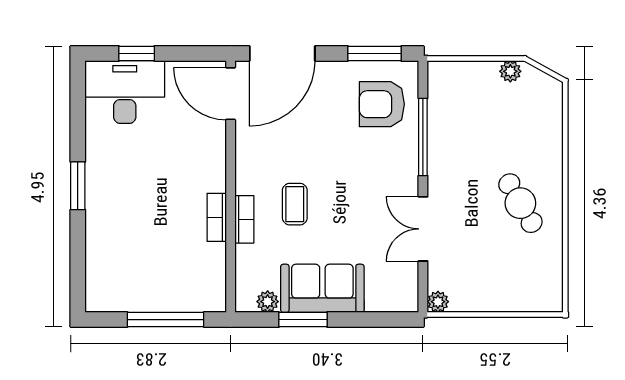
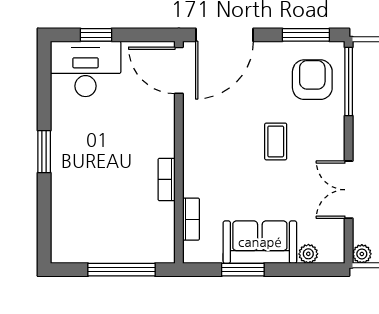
armchair: (382, 104) -> (312, 80), turned 90
window: (423, 137) -> (349, 82), moved
coffee table: (295, 204) -> (276, 141), moved
bookcase: (244, 219) -> (191, 219), moved
plant: (268, 302) -> (308, 254), moved

